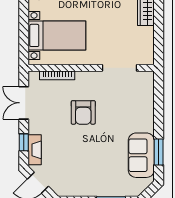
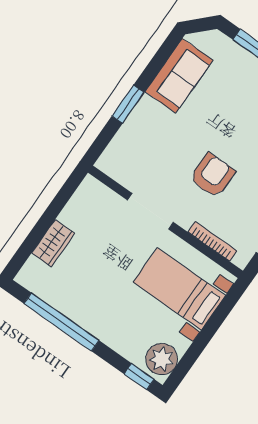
doorway: (119, 68) -> (150, 211), moved
window: (159, 152) -> (128, 104), moved

